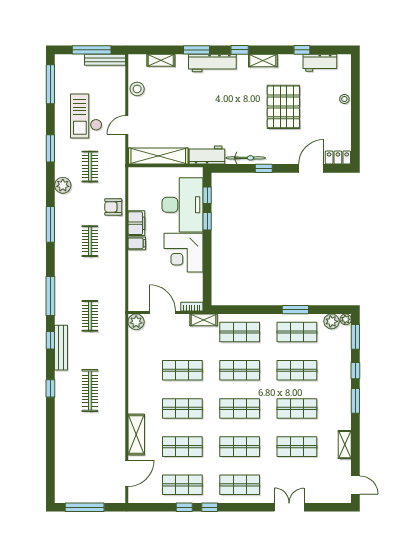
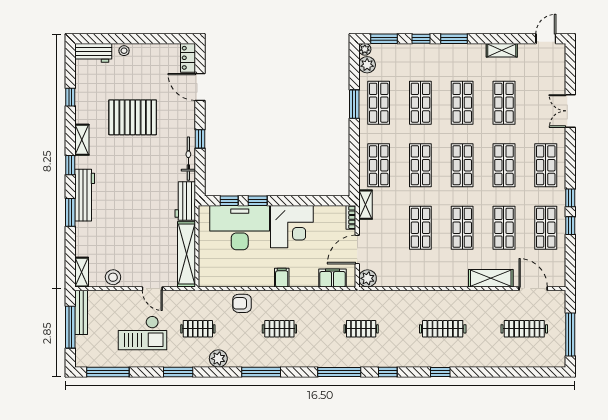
shelving: (161, 60) -> (82, 272), moved
workbench: (320, 63) -> (93, 53), moved, turned 90
armchair: (113, 207) -> (242, 303), turned 90
filing cabinet: (136, 223) -> (332, 278), moved
bench: (61, 348) -> (396, 360), removed
clothes rail: (90, 465) -> (524, 329), added

